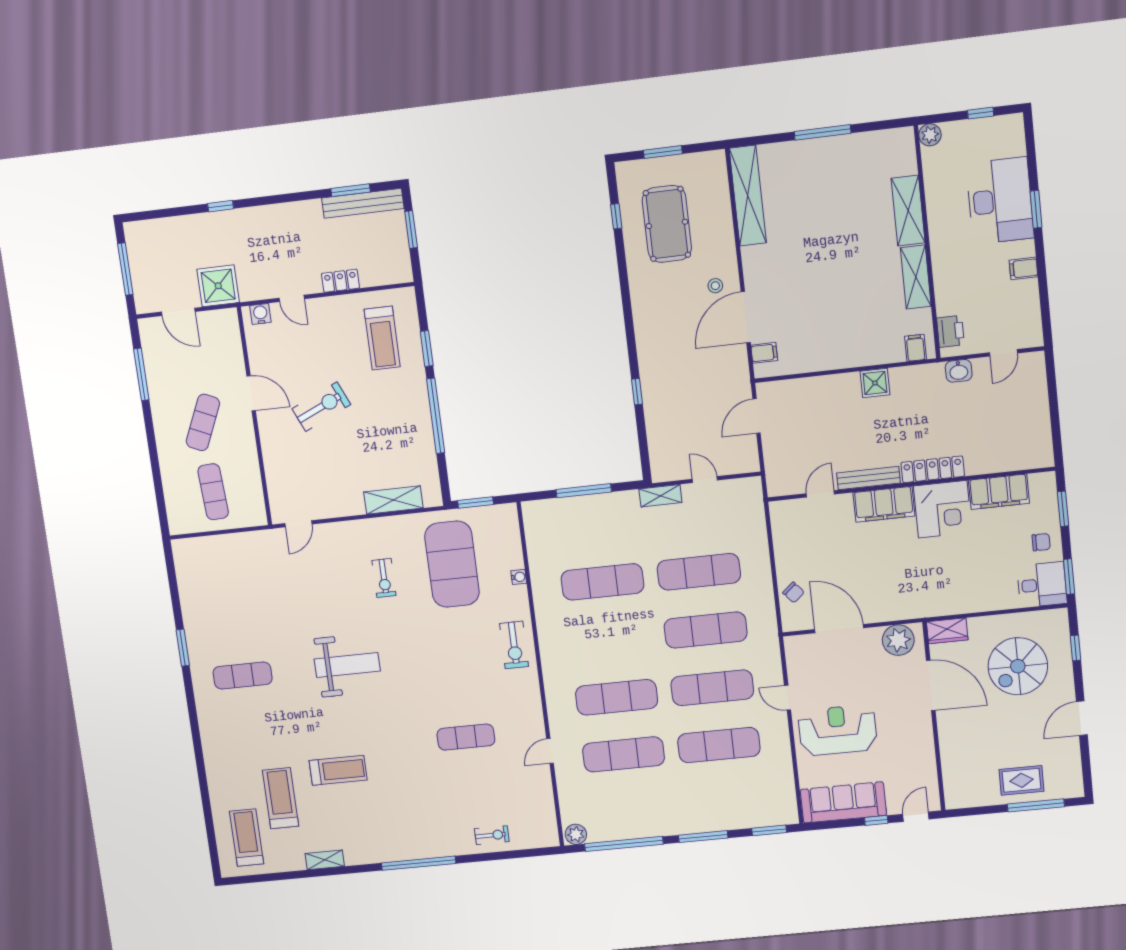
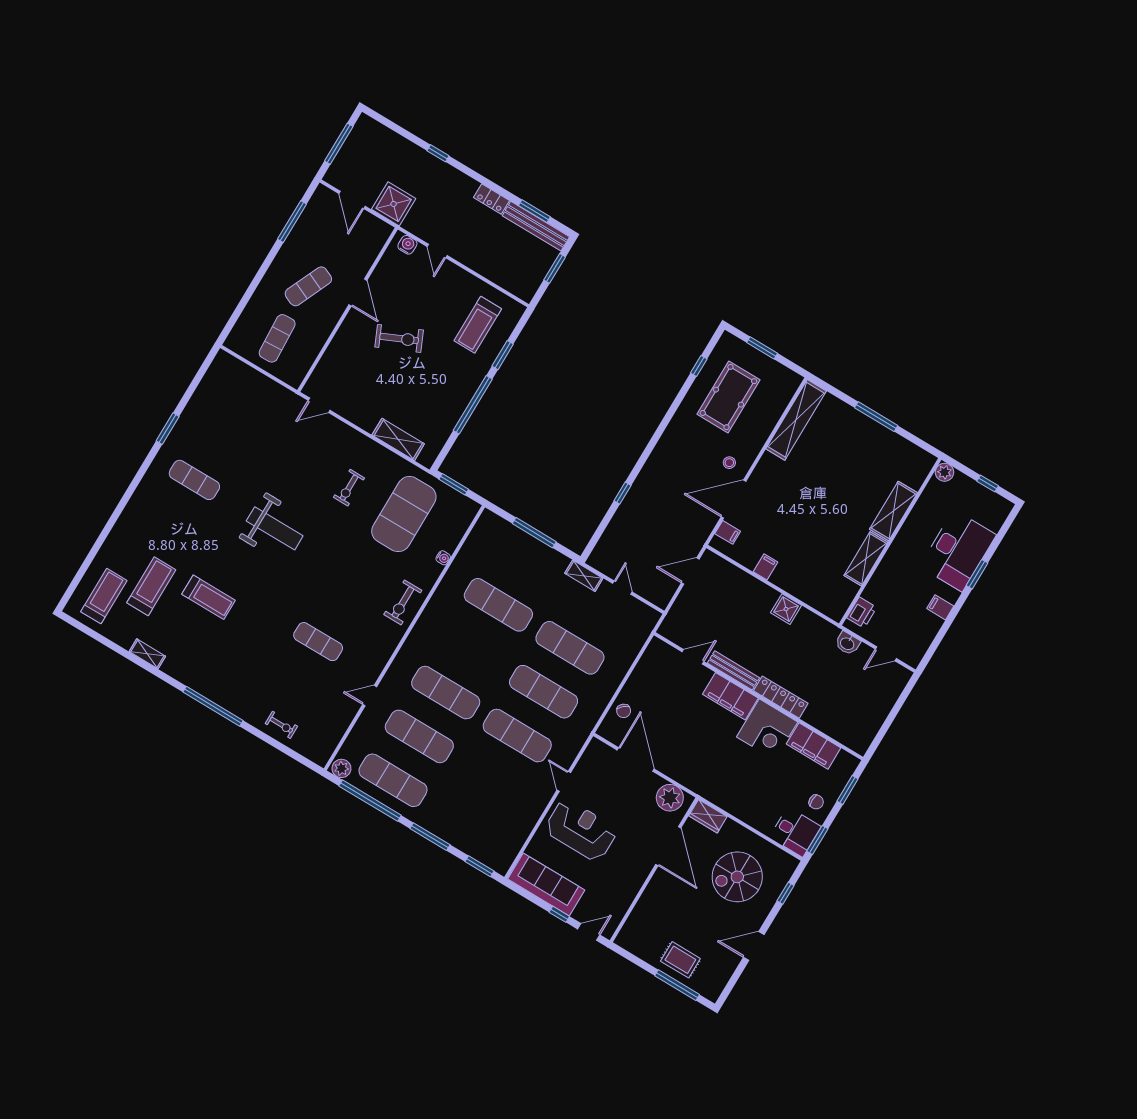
locker: (340, 281) -> (491, 199), moved, turned 180
filing cabinet: (916, 348) -> (765, 567), moved
exercise mat: (719, 745) -> (393, 780), moved

